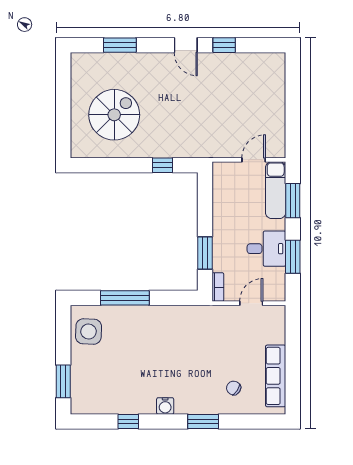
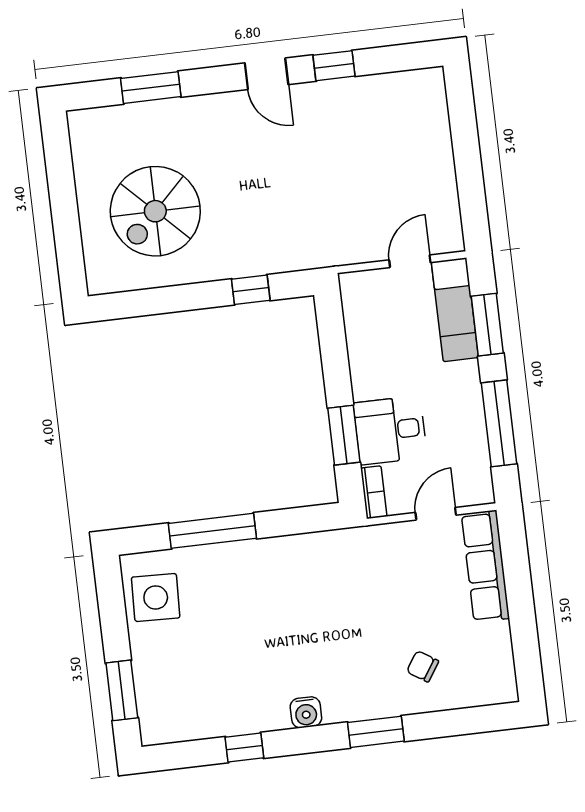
spiral stairs: (114, 115) -> (155, 211), turned 180
desk: (266, 249) -> (390, 430), moved, turned 180
window: (293, 257) -> (499, 423), width x1.44
row of seats: (276, 376) -> (485, 566), moved

